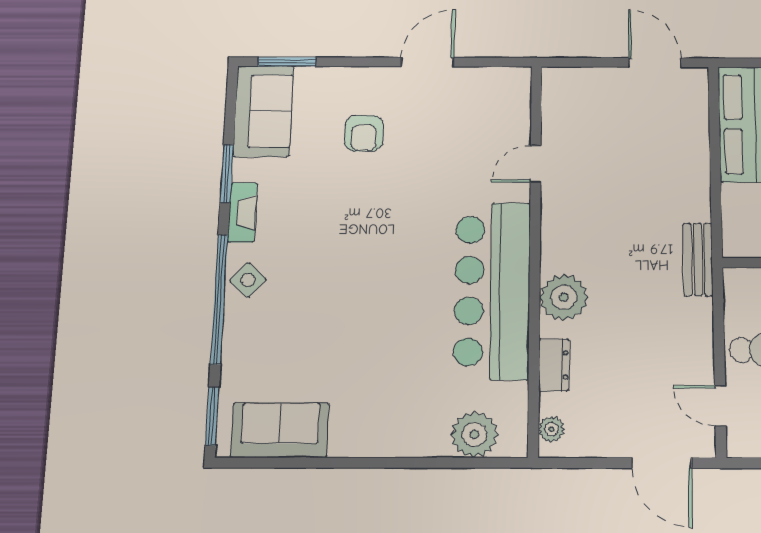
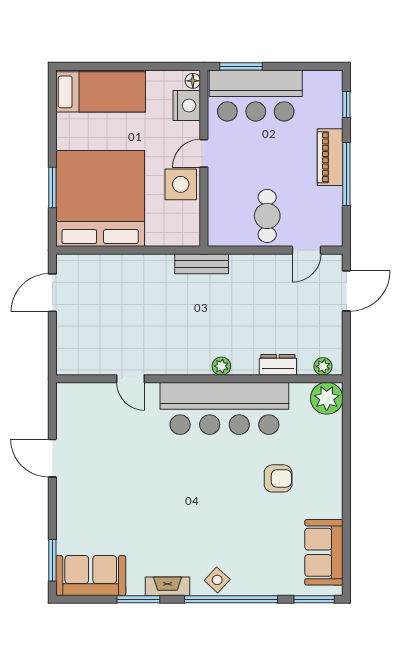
armchair: (364, 133) -> (278, 478), moved
plant: (564, 297) -> (221, 366), width x0.53, depth x0.53
plant: (474, 434) -> (327, 398), moved

